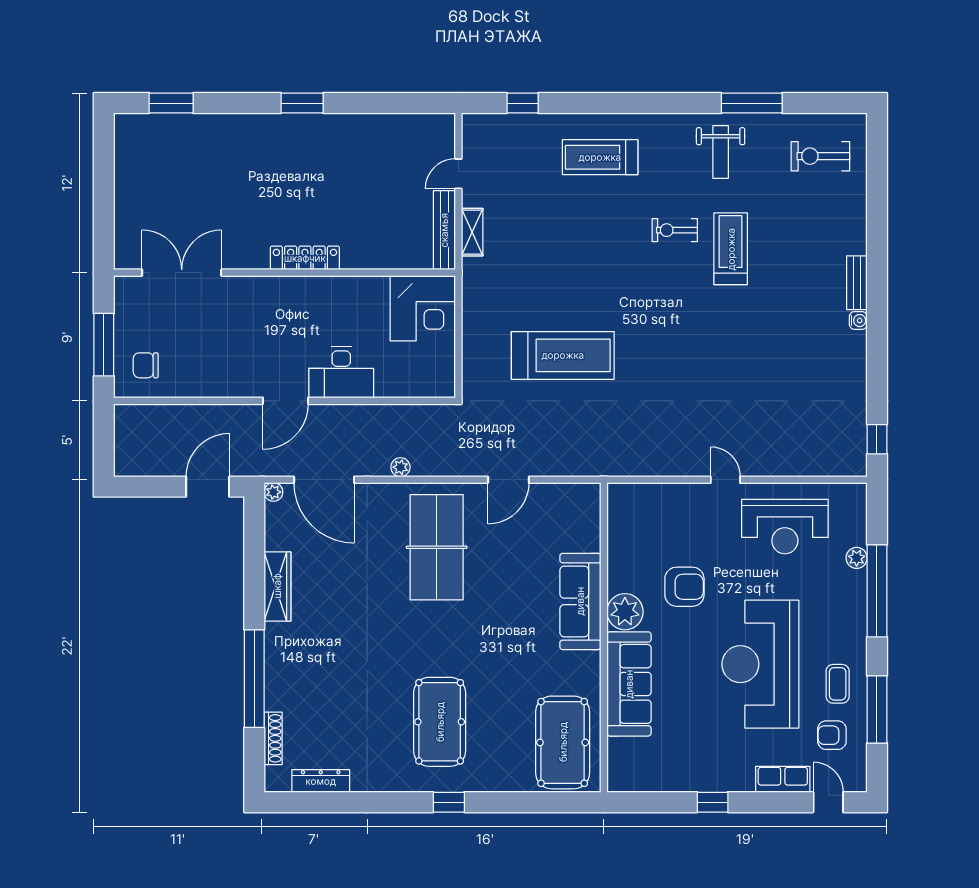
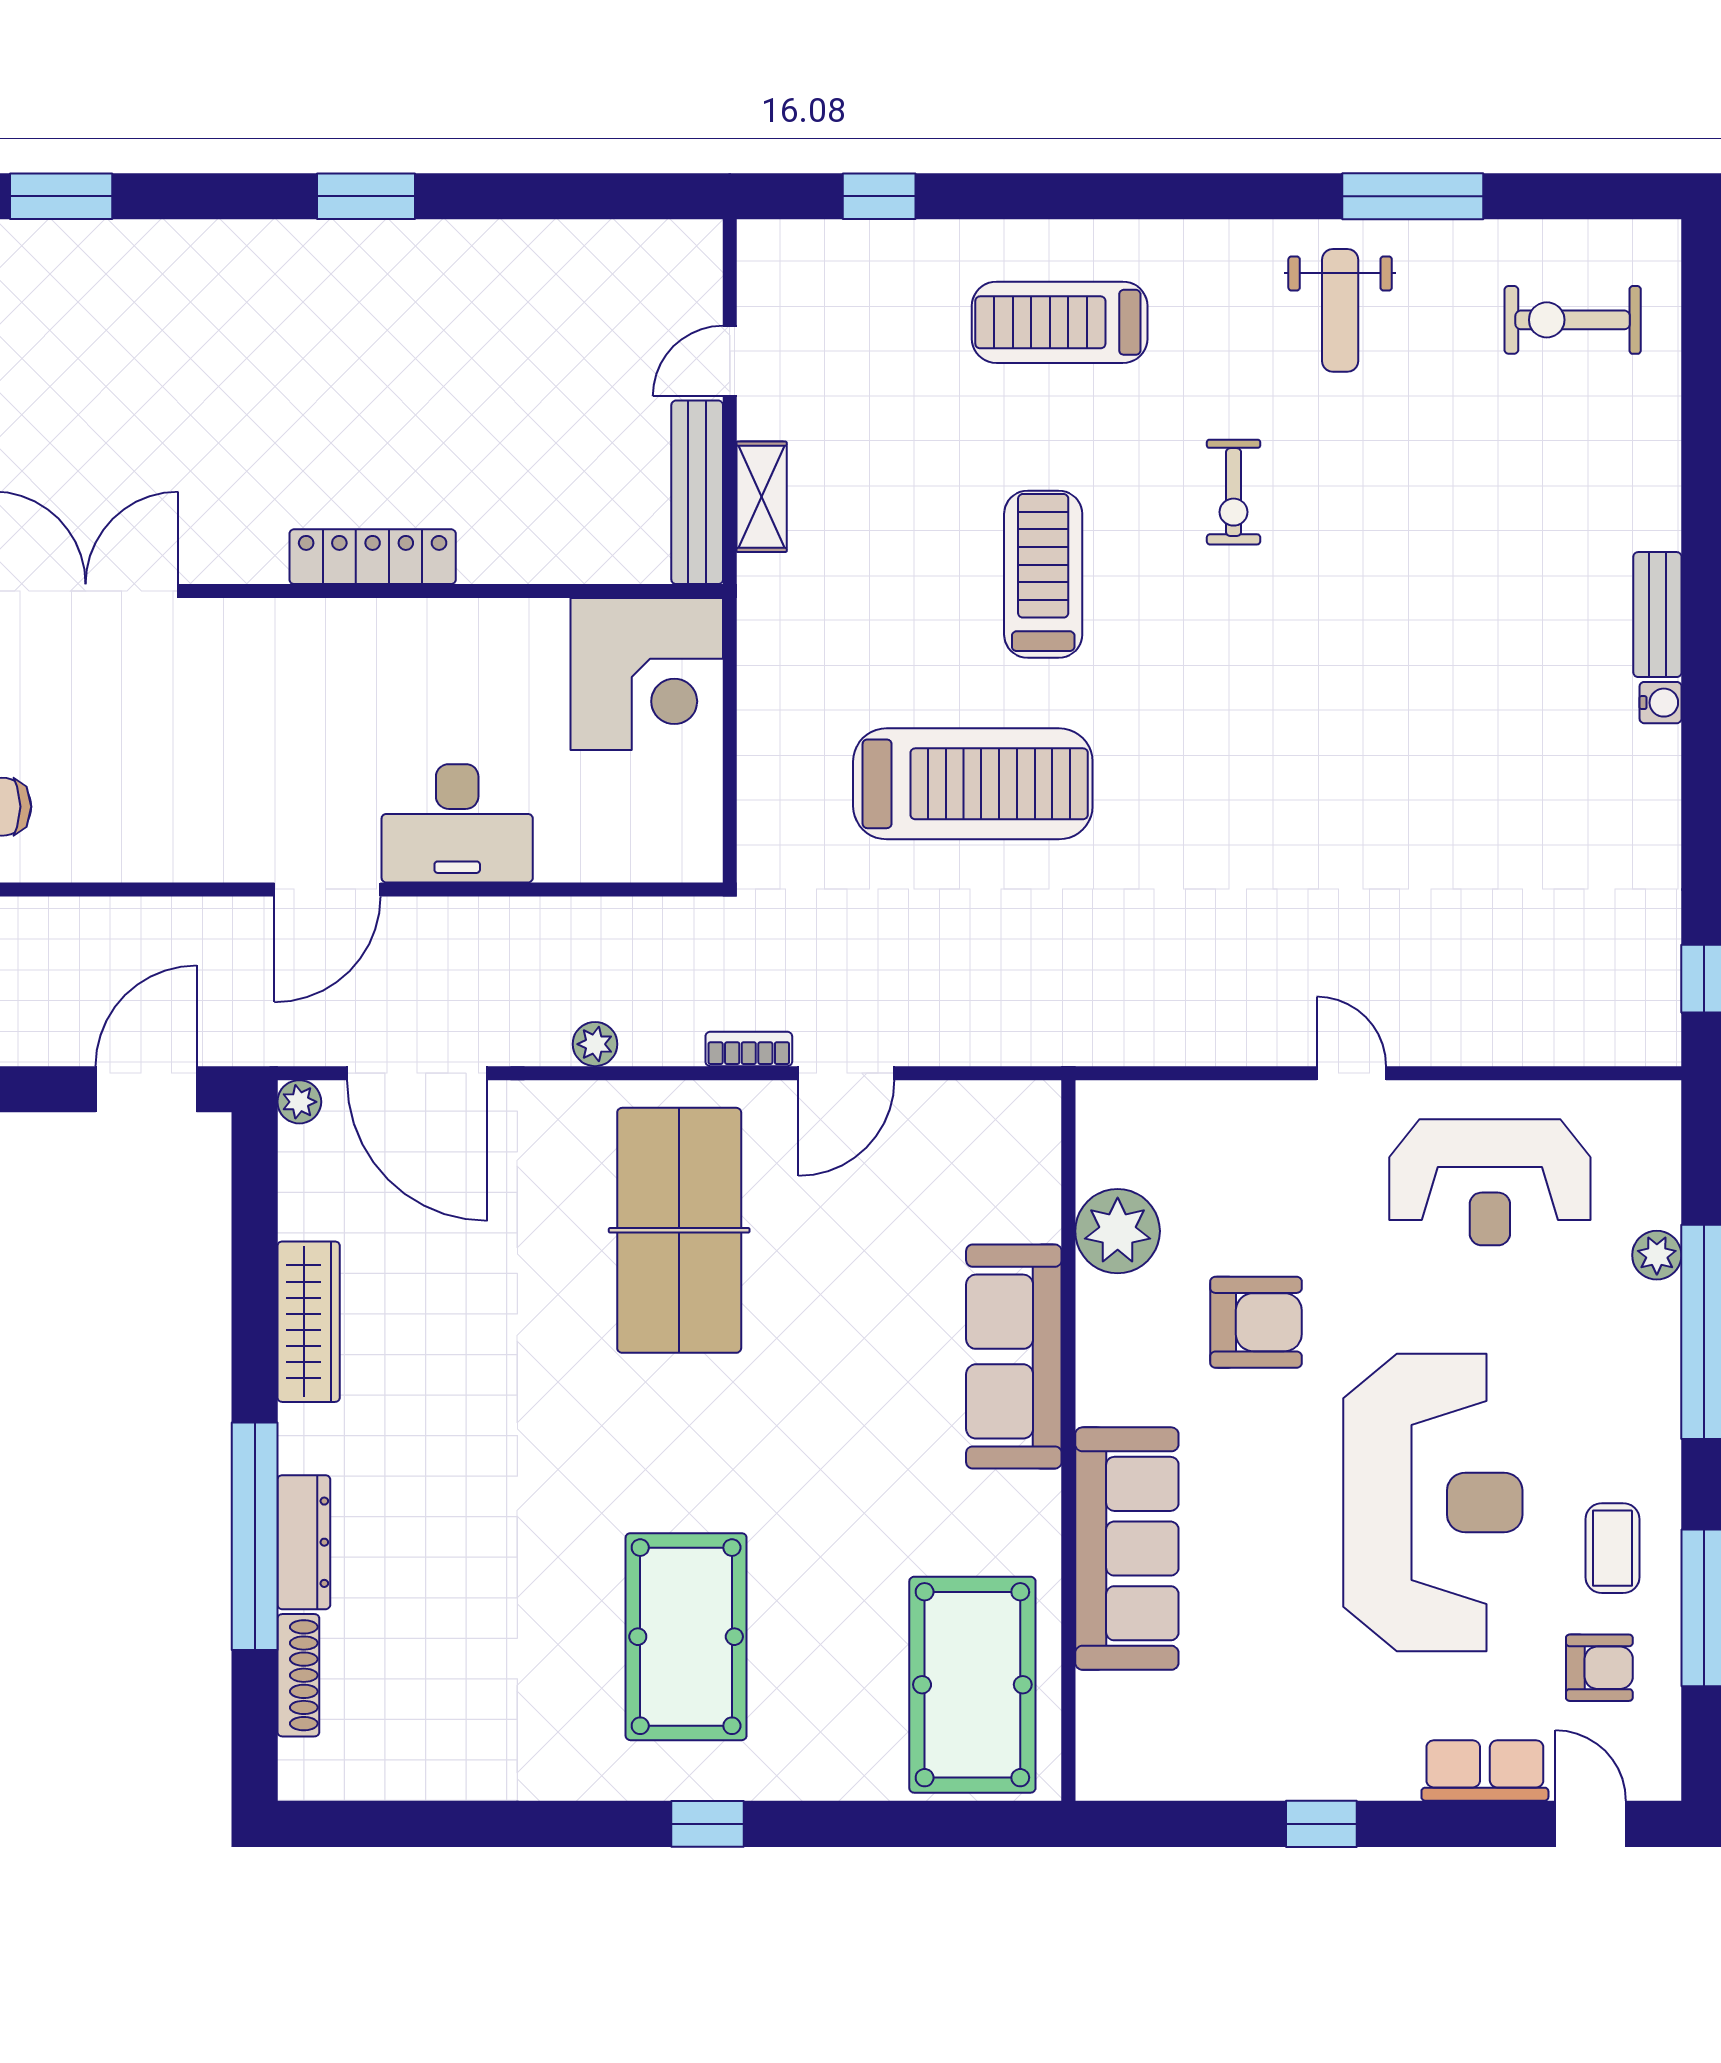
exercise bike: (675, 230) -> (1234, 492), turned -90
treadmill: (731, 249) -> (1043, 574), moved
bookcase: (467, 469) -> (749, 1049), added
plant: (625, 612) -> (1118, 1231), moved
reception desk: (760, 664) -> (1433, 1502), turned 180
armchair: (832, 735) -> (1599, 1668), turned 180
dresser: (321, 781) -> (304, 1542), moved, turned 90

